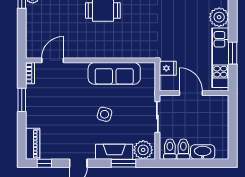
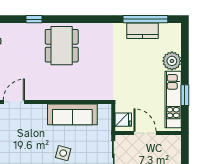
fridge: (168, 68) -> (123, 120), moved

